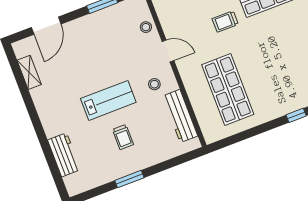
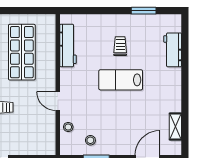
stool: (154, 84) -> (90, 140), moved
window: (129, 179) -> (144, 11), moved

